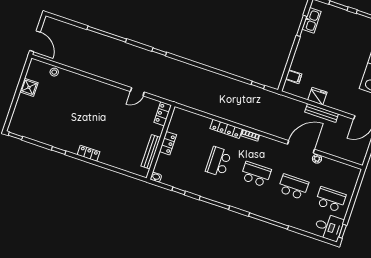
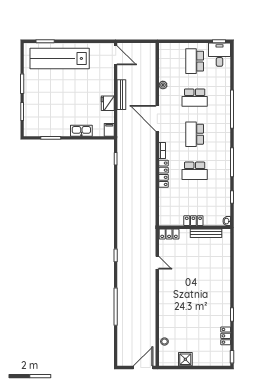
kitchen sink: (312, 20) -> (81, 131), moved
filing cabinet: (294, 77) -> (109, 130), moved
door: (301, 147) -> (157, 118), moved
locker: (88, 153) -> (226, 336), moved
school desk: (293, 187) -> (195, 98), turned -90

